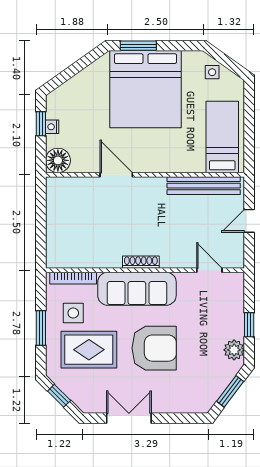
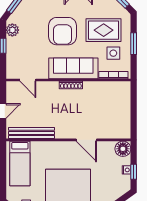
armchair: (154, 348) -> (63, 31), turned -90

